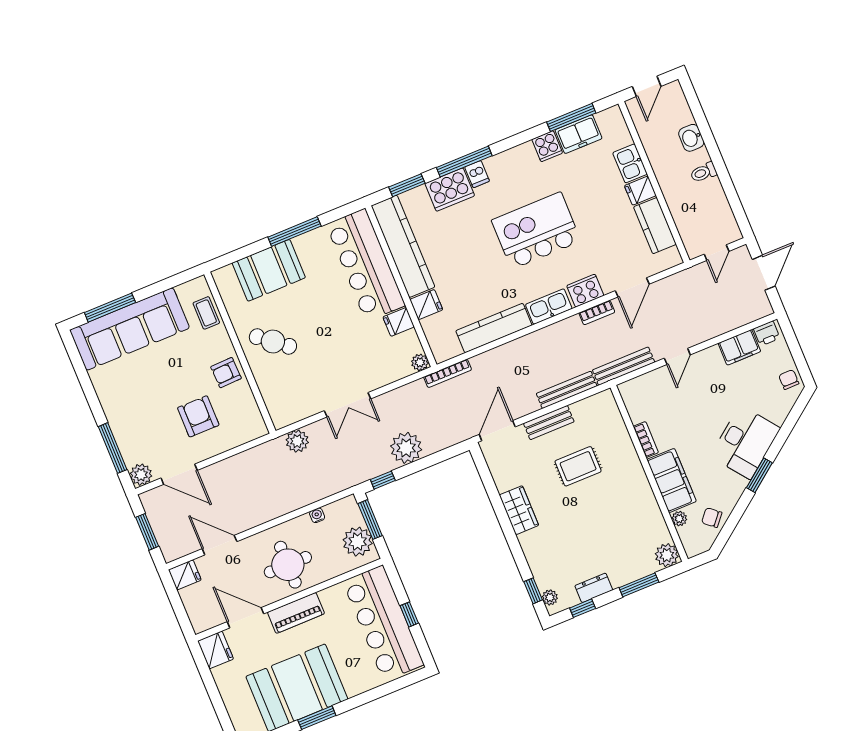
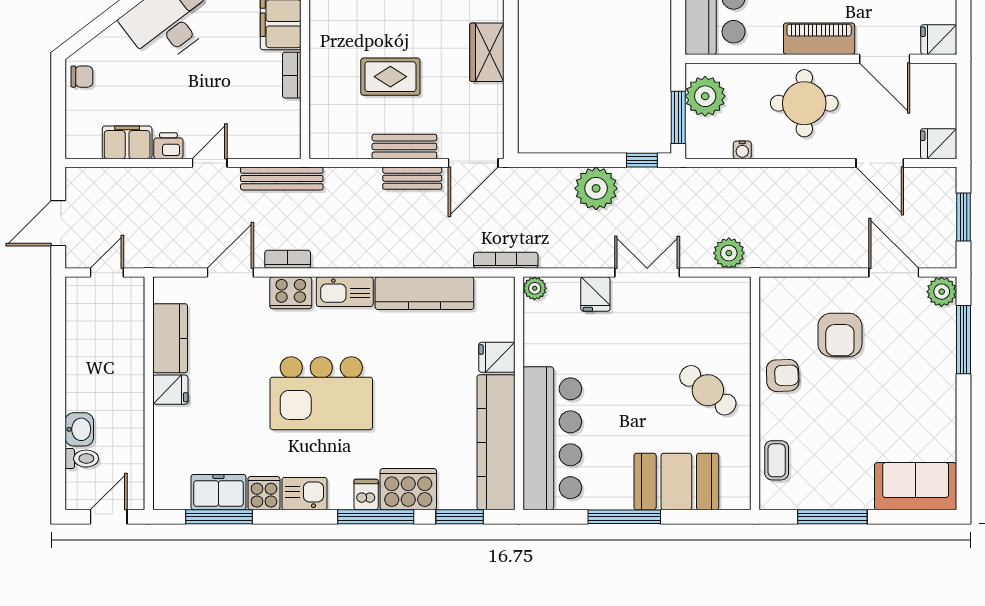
kitchen sink: (630, 163) -> (304, 494), moved, turned -90
toilet: (704, 172) -> (82, 459), moved
window: (110, 308) -> (832, 517), moved
fridge: (399, 322) -> (595, 294), moved, turned 90
sofa: (130, 329) -> (916, 486), width x0.54, depth x0.79
printer: (767, 333) -> (168, 146), moved
chair: (789, 380) -> (82, 77), turned -90
bench: (567, 390) -> (412, 178), moved, width x0.73
fridge: (216, 650) -> (939, 40), width x0.72

